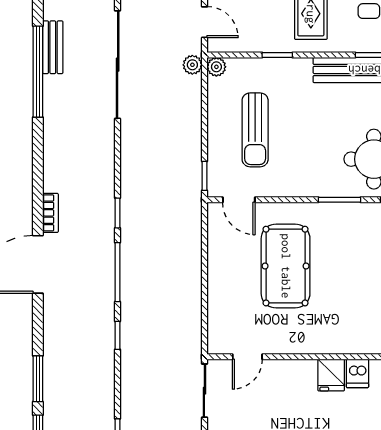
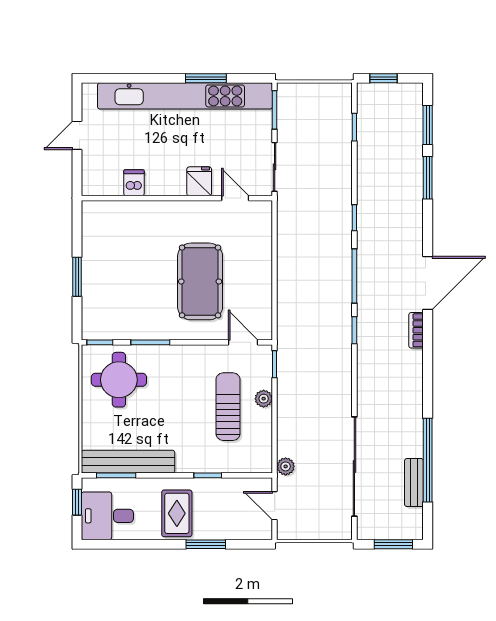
plant: (216, 67) -> (264, 399), moved
door: (247, 357) -> (235, 198), hinge flipped
fridge: (331, 375) -> (199, 181), moved

